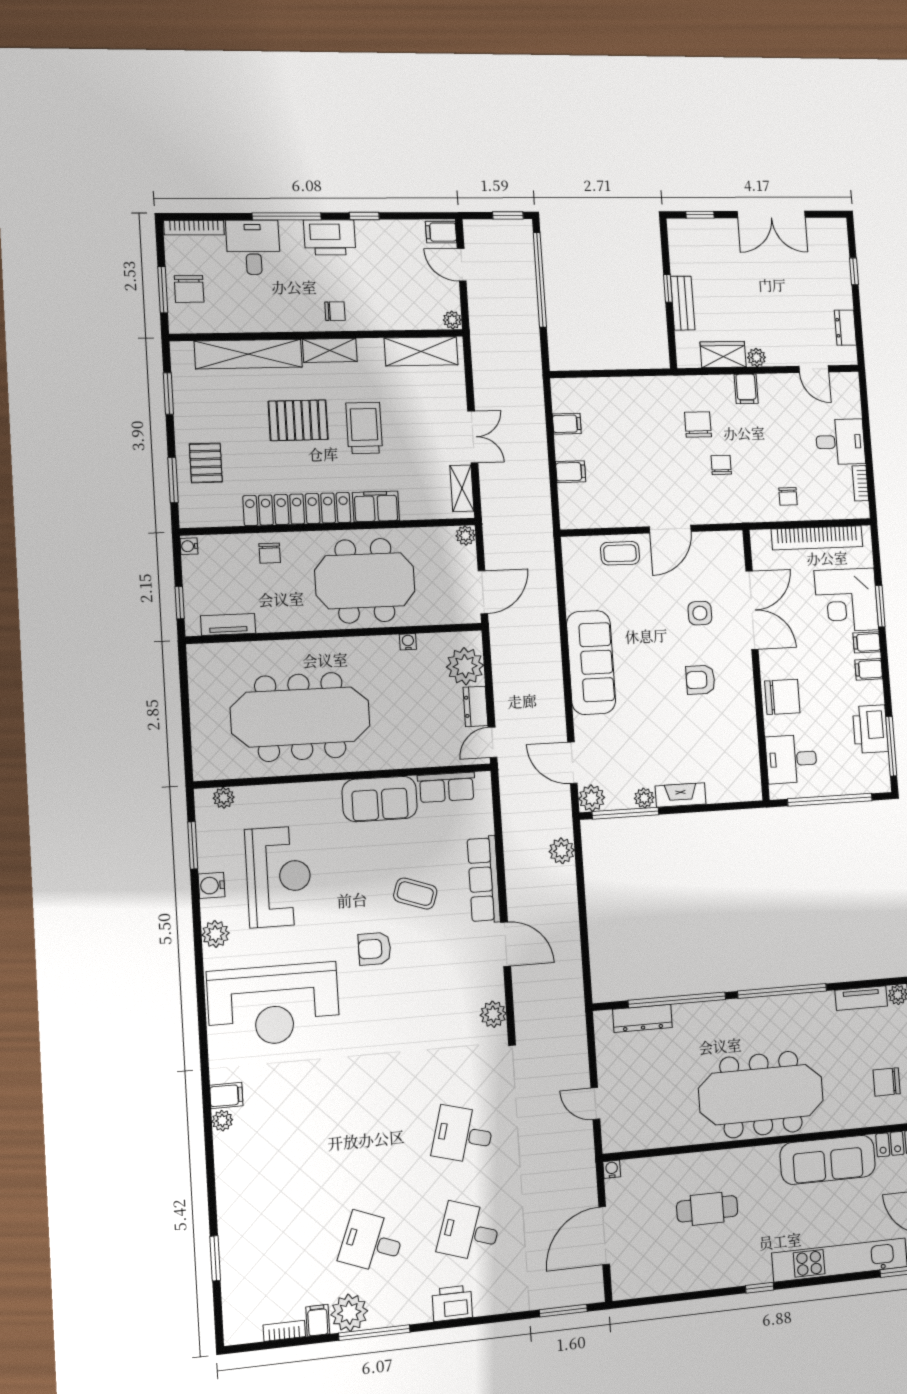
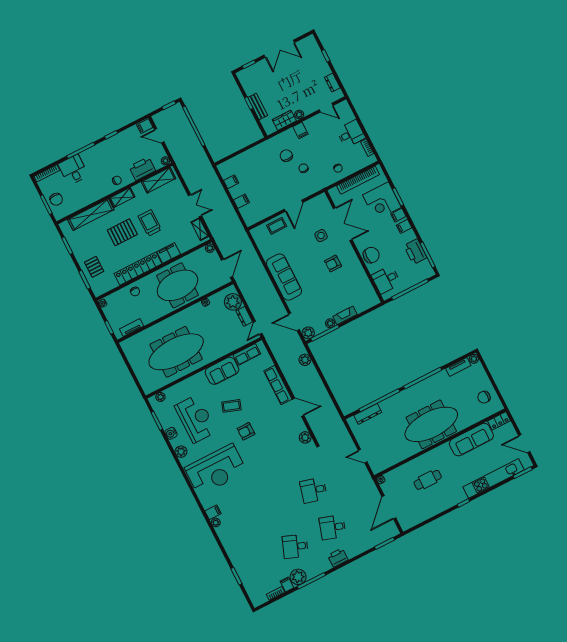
printer: (330, 237) -> (142, 169), moved, turned 180
coffee table: (415, 894) -> (231, 406), moved

